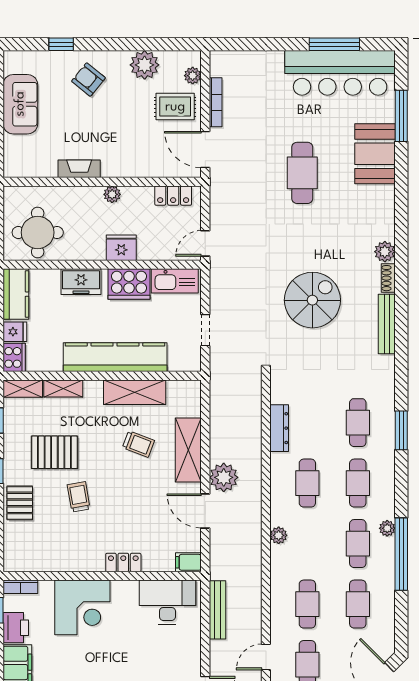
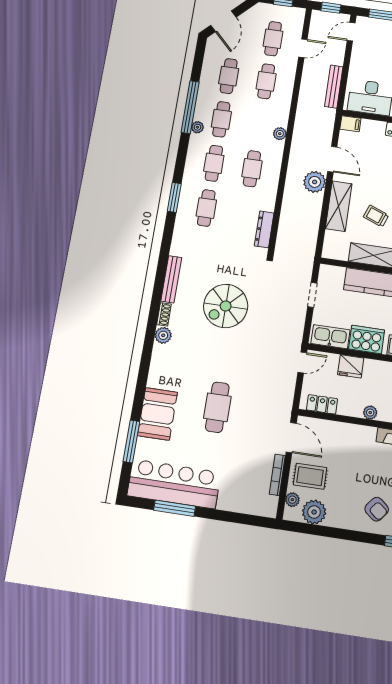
plant: (145, 65) -> (314, 512), moved
fridge: (121, 248) -> (351, 366), moved
dresser: (279, 428) -> (264, 229), moved

